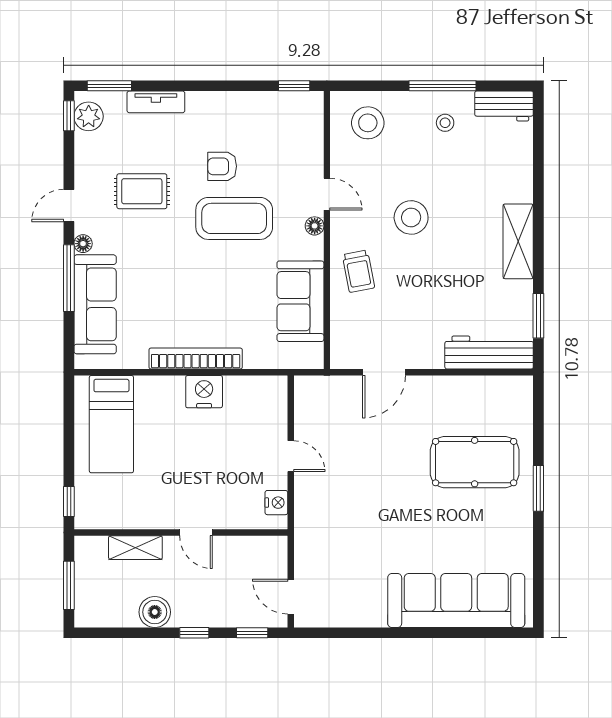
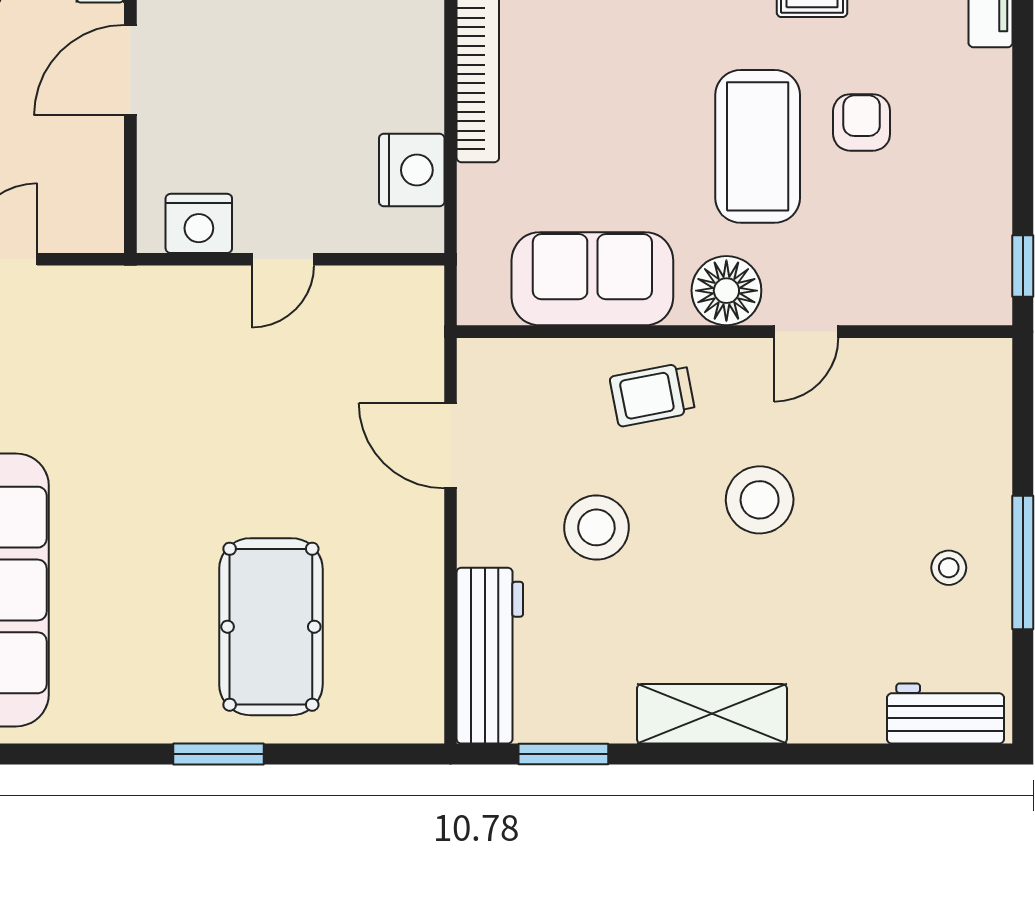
workbench: (504, 106) -> (945, 714), moved, turned 90
stool: (368, 123) -> (596, 527), moved
floor lamp: (315, 226) -> (726, 291), width x1.89, depth x1.89
nightstand: (204, 392) -> (412, 170), moved
nightstand: (276, 503) -> (199, 223), width x1.36, depth x1.33
door: (196, 532) -> (130, 70), width x1.38

